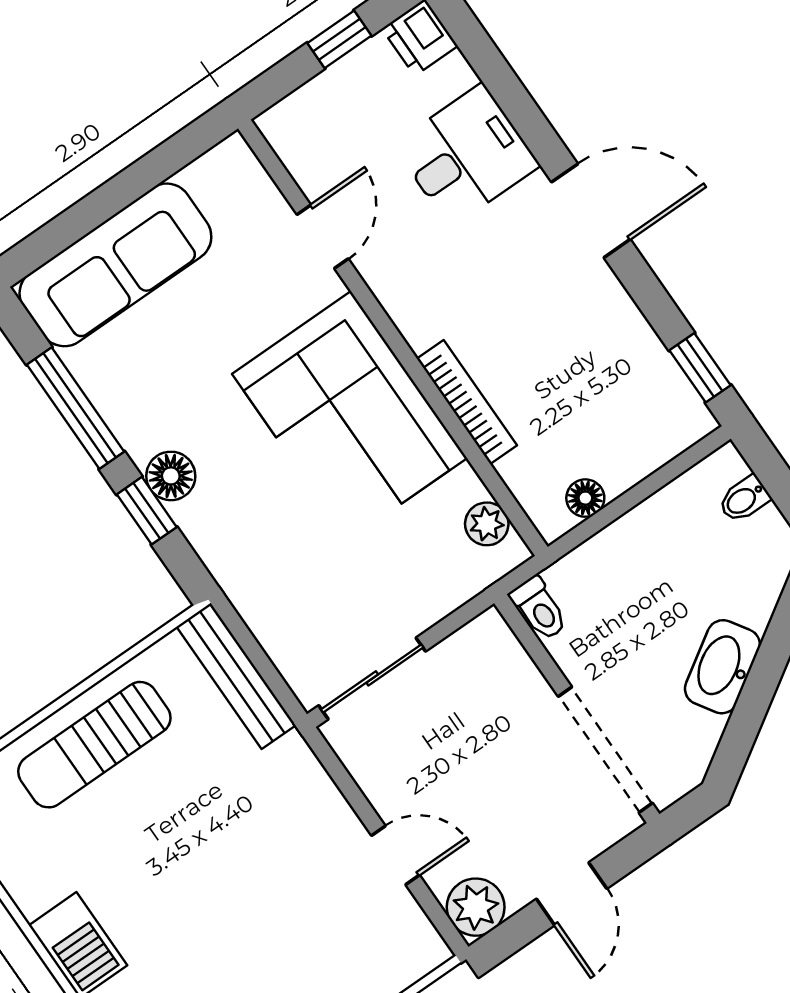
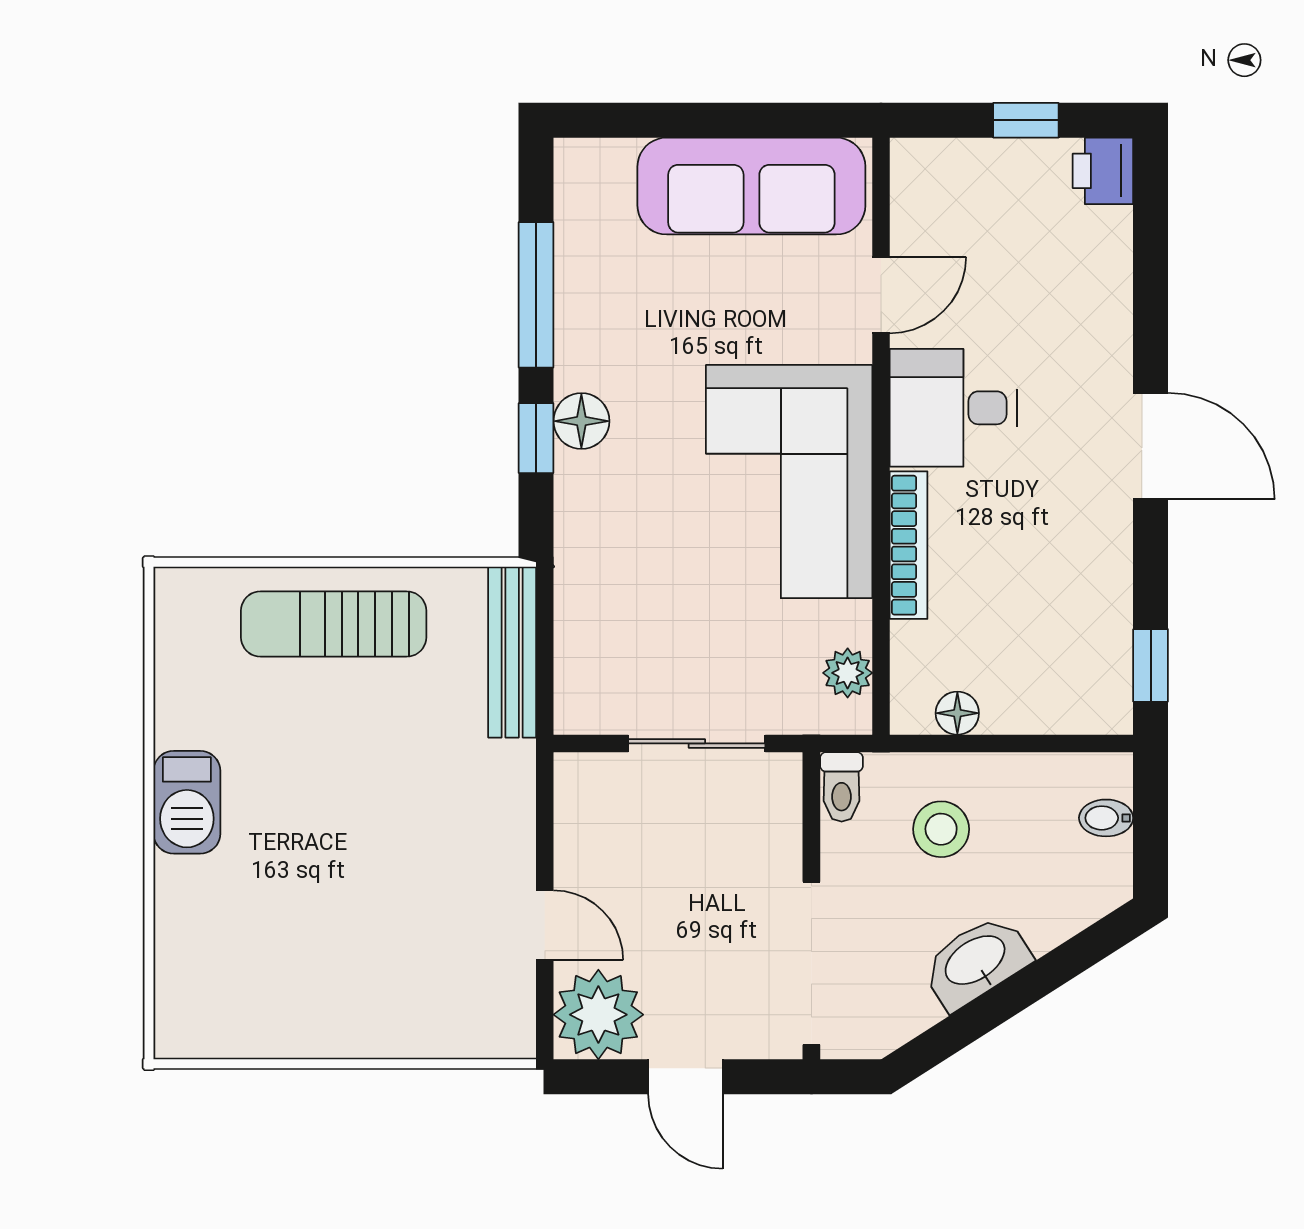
desk: (466, 155) -> (953, 408), moved, turned 180
sofa: (115, 265) -> (751, 186), moved
stool: (631, 589) -> (941, 829), added
sliding door: (372, 678) -> (697, 743), moved
door: (572, 894) -> (685, 1077), hinge flipped
plant: (476, 907) -> (598, 1015), width x1.36, depth x1.36

